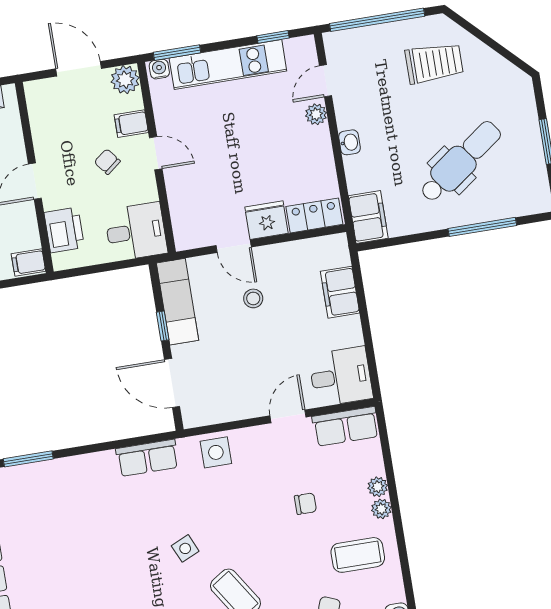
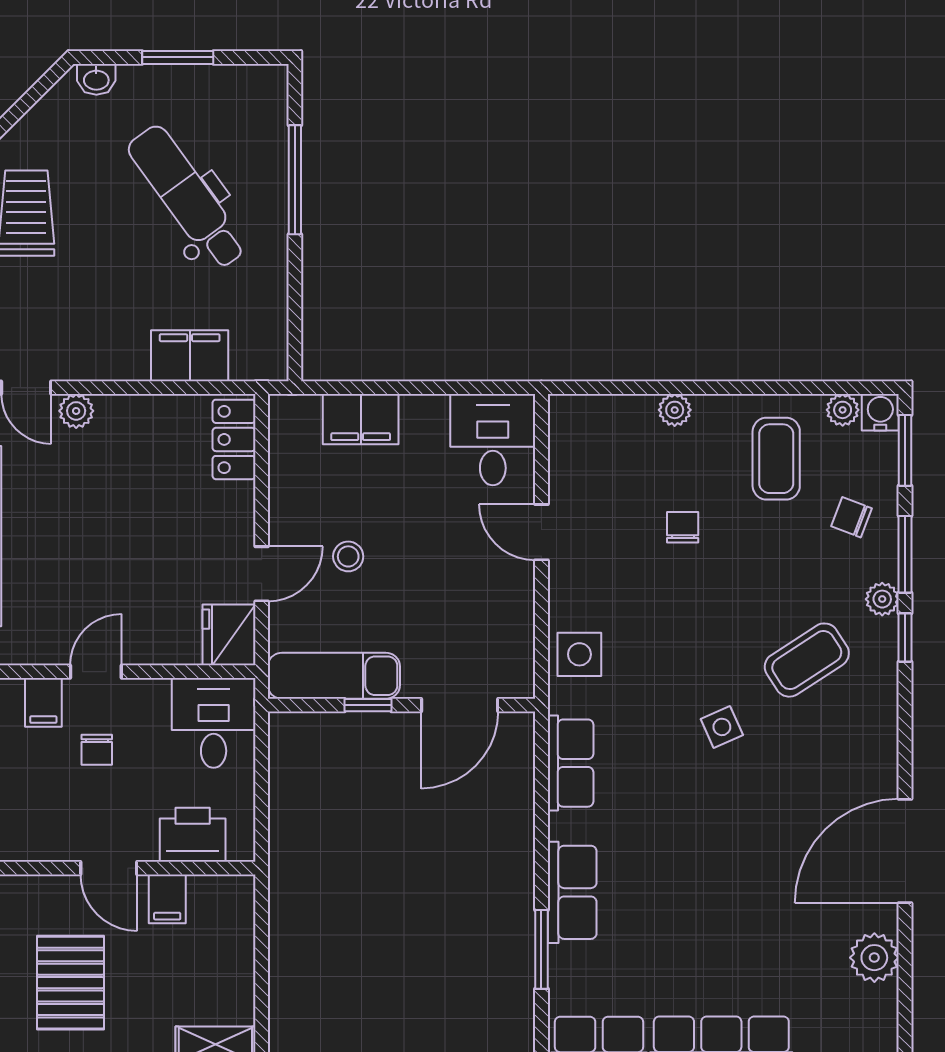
washbasin: (350, 142) -> (96, 79), moved, turned 180
chair: (107, 162) -> (97, 750), turned -52
filing cabinet: (368, 217) -> (190, 356), moved
fridge: (267, 220) -> (229, 635), moved
filing cabinet: (28, 263) -> (167, 899), moved
row of seats: (346, 426) -> (572, 892), moved
plant: (381, 509) -> (843, 410), moved

